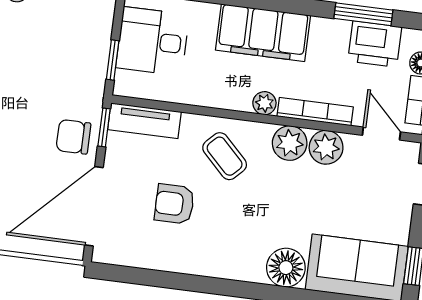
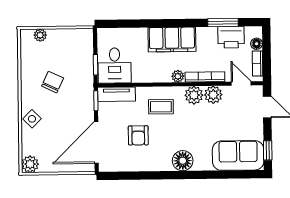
desk: (152, 41) -> (115, 65), moved, turned -90
chair: (73, 137) -> (53, 82), moved, turned 115
coffee table: (225, 156) -> (161, 107), turned -45
armchair: (174, 204) -> (138, 135), turned -90
floor lamp: (286, 268) -> (183, 161), moved

